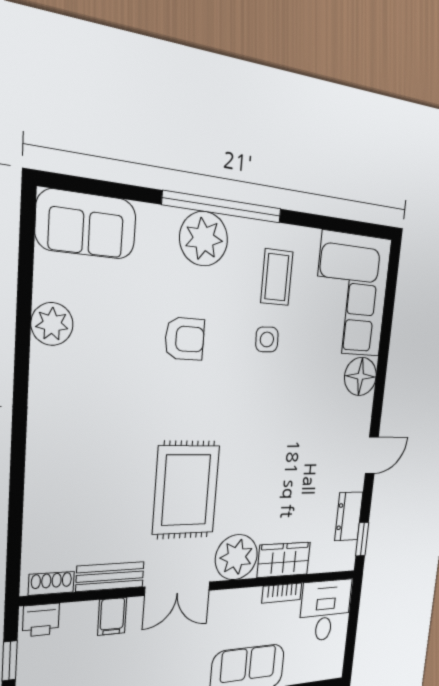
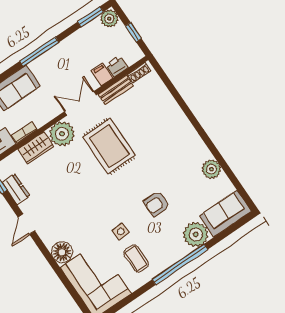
plant: (204, 239) -> (196, 235), moved
printer: (41, 620) -> (117, 66), moved

